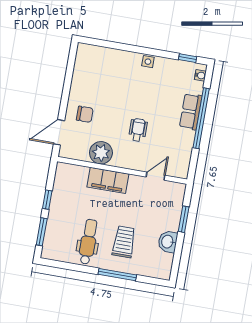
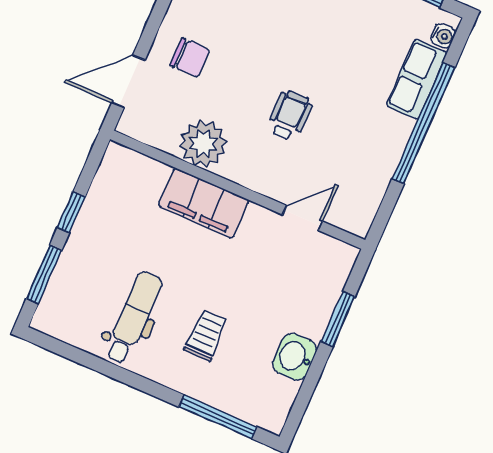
row of seats: (191, 112) -> (417, 79), moved
trolley: (124, 242) -> (206, 335), width x0.73, depth x0.72
window: (117, 275) -> (218, 417), moved

